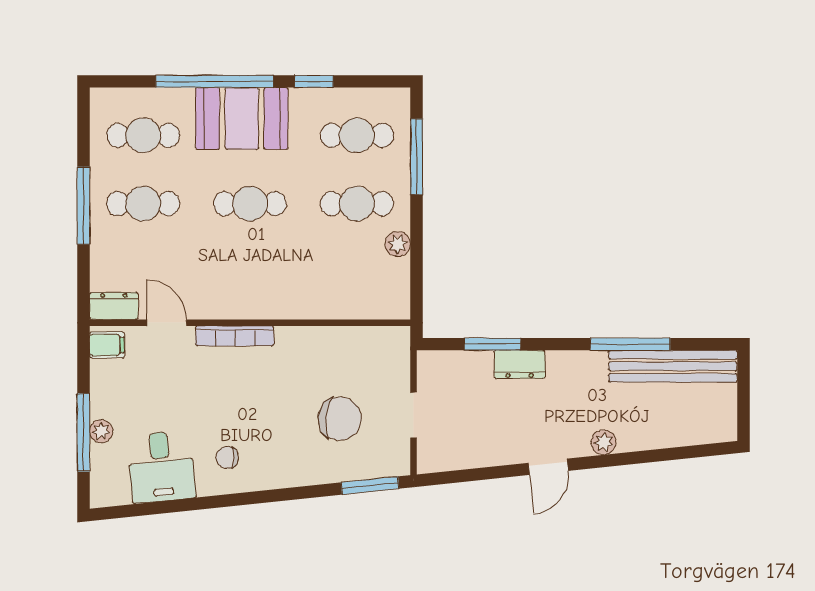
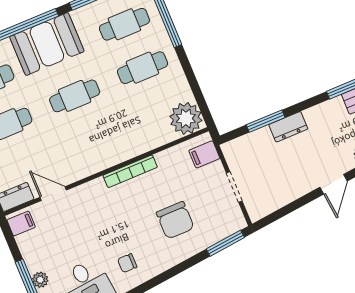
plant: (398, 244) -> (186, 118), moved, width x1.87, depth x1.87
bookcase: (235, 336) -> (130, 171), moved
filing cabinet: (391, 355) -> (204, 154), added
chair: (340, 419) -> (175, 220), moved, turned 84

